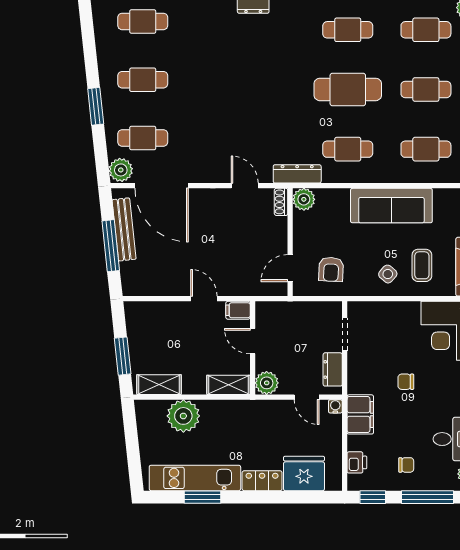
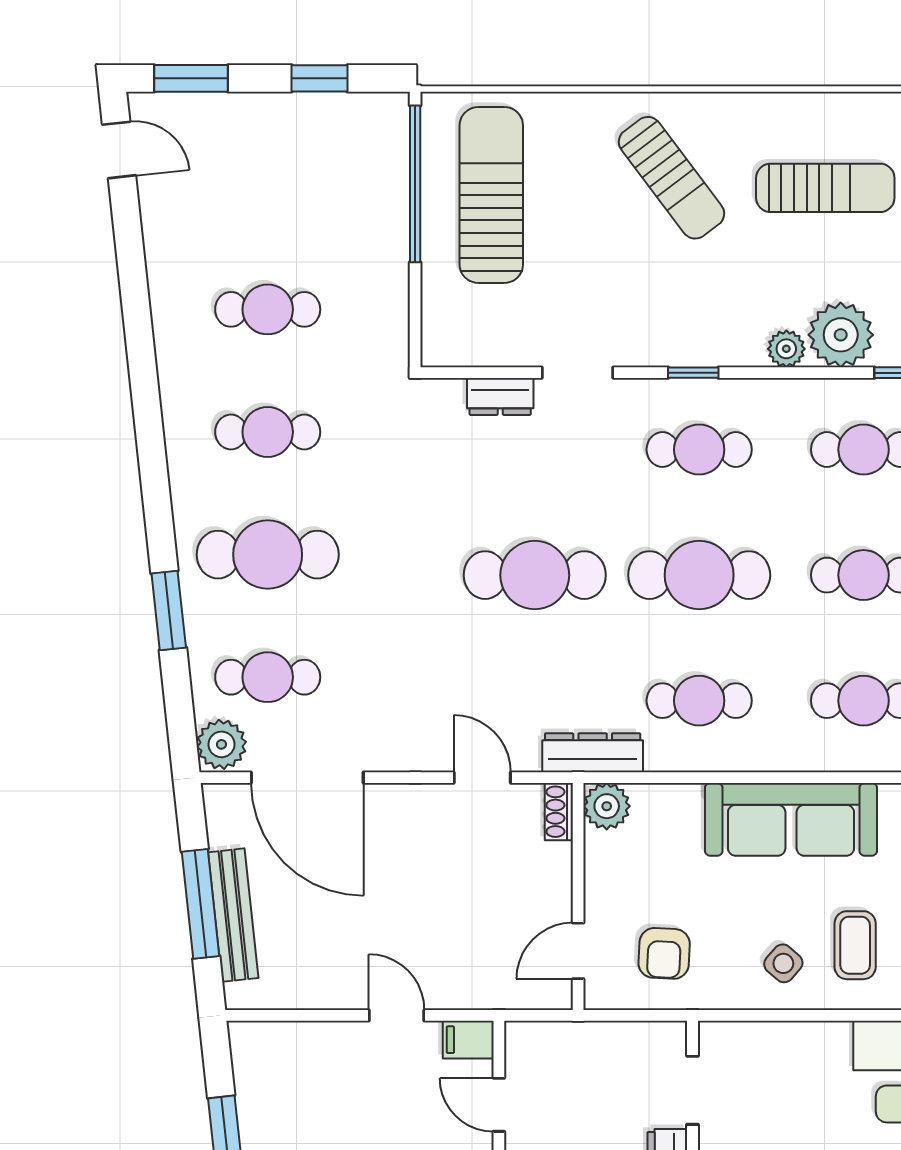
cafe table: (143, 80) -> (268, 555), width x1.37, depth x1.35
cafe table: (270, 89) -> (535, 575), added
bench: (124, 229) -> (233, 915), moved

